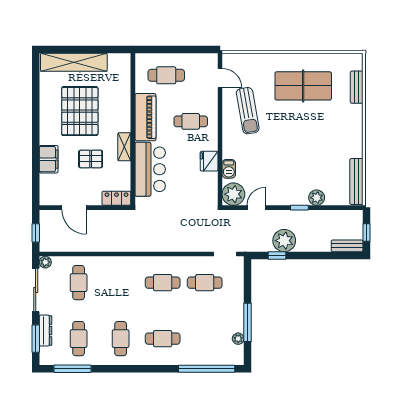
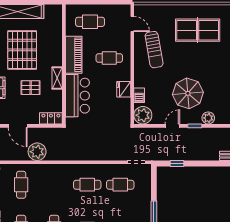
parasol: (291, 166) -> (188, 93), added
door: (256, 208) -> (172, 126), moved
plant: (284, 241) -> (37, 152), moved

